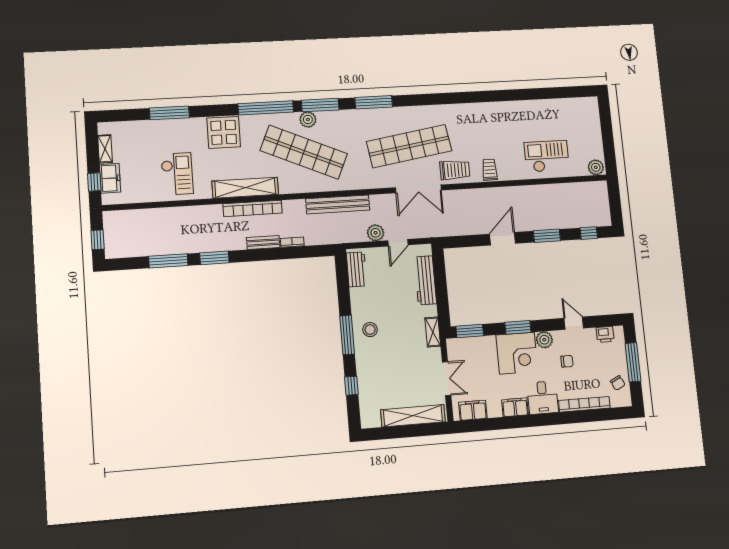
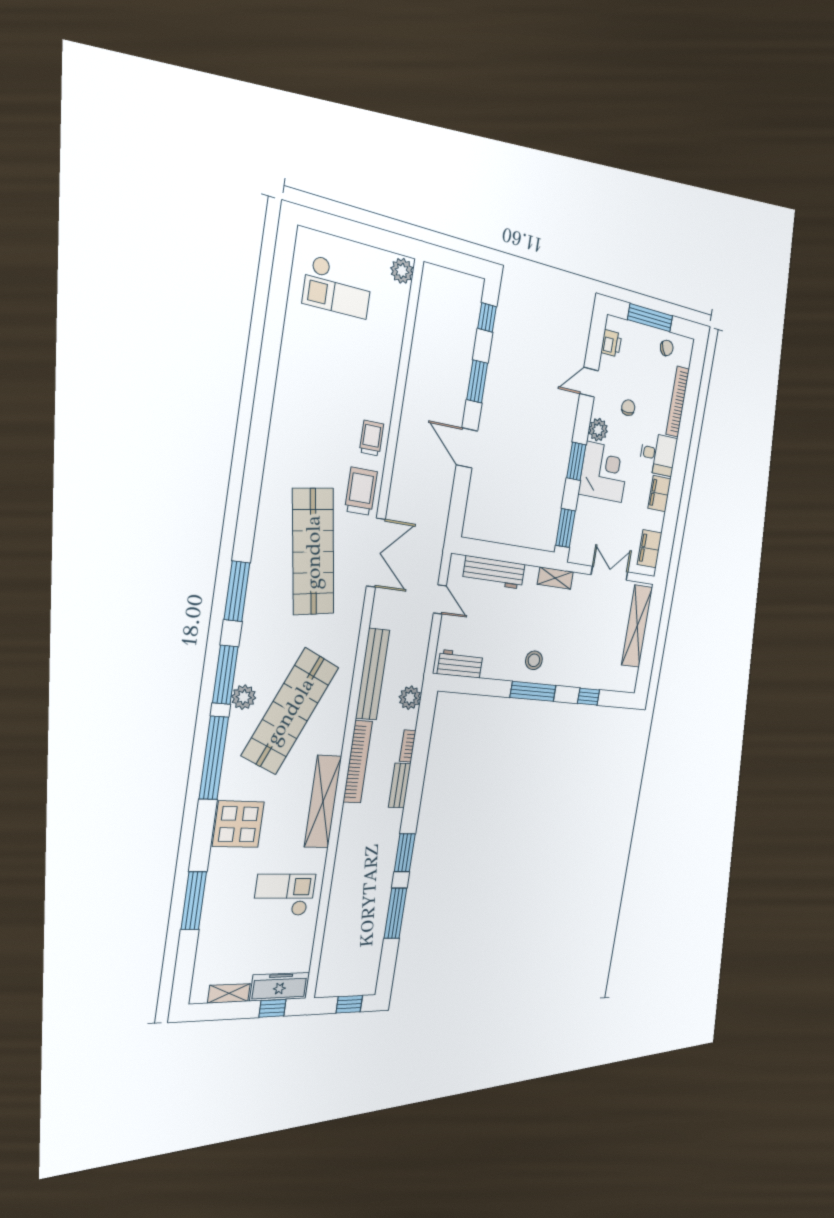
checkout: (547, 156) -> (338, 287), moved, turned -90
trolley: (490, 170) -> (372, 438), turned 90
freezer: (110, 178) -> (280, 987), width x1.40
bookcase: (253, 208) -> (358, 762), moved
plant: (376, 233) -> (410, 698), moved

